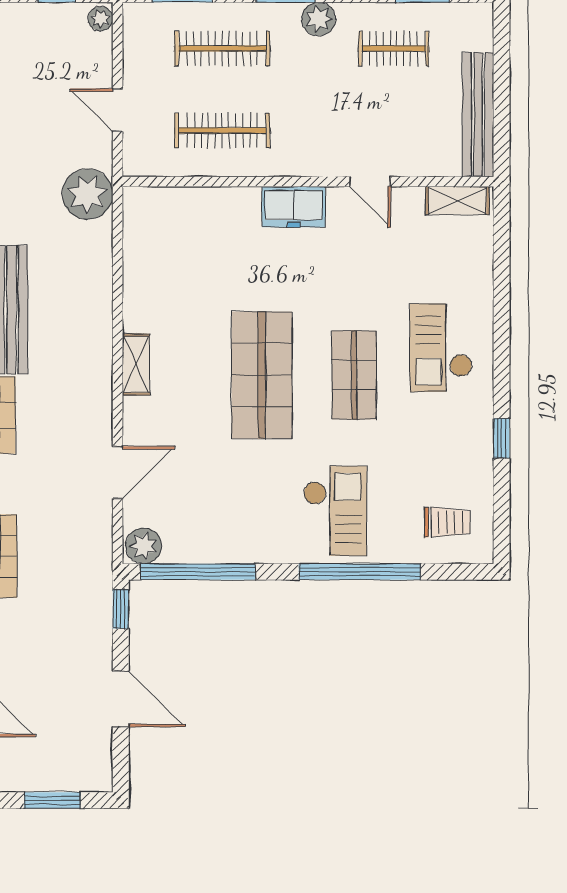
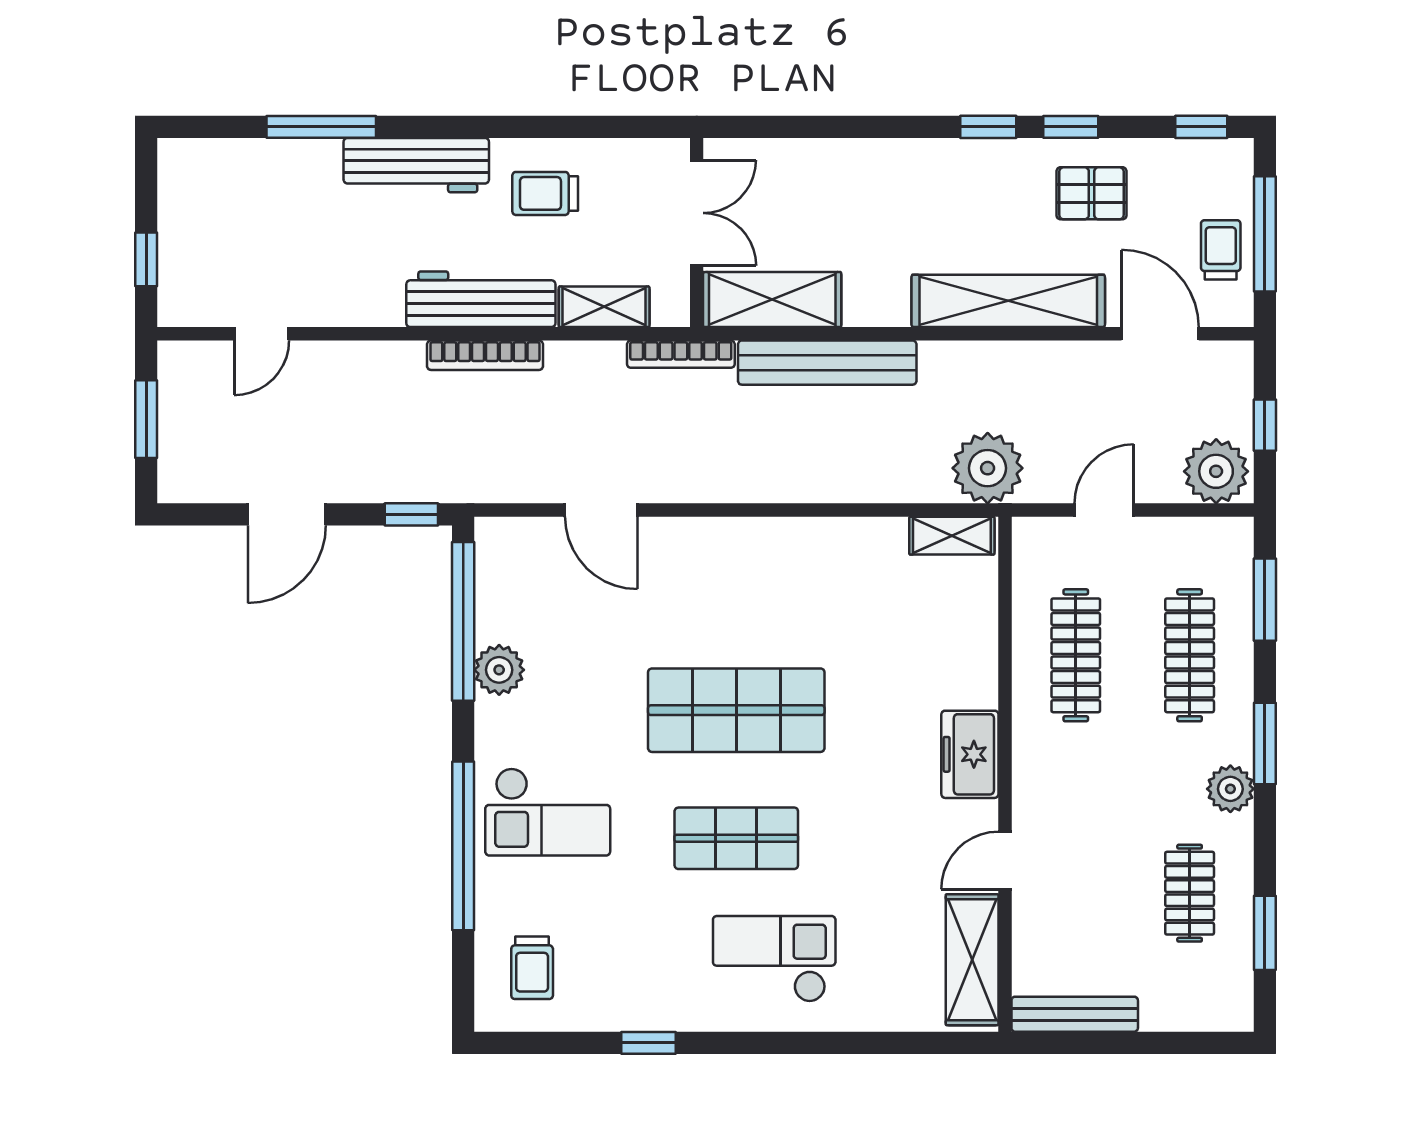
plant: (101, 19) -> (1216, 471), width x1.88, depth x1.88
bench: (478, 115) -> (1075, 1014), width x0.73, depth x0.82
shelving: (457, 200) -> (972, 960), width x1.50, depth x1.33
shelving: (136, 365) -> (952, 536), moved
plant: (144, 546) -> (499, 670), moved

